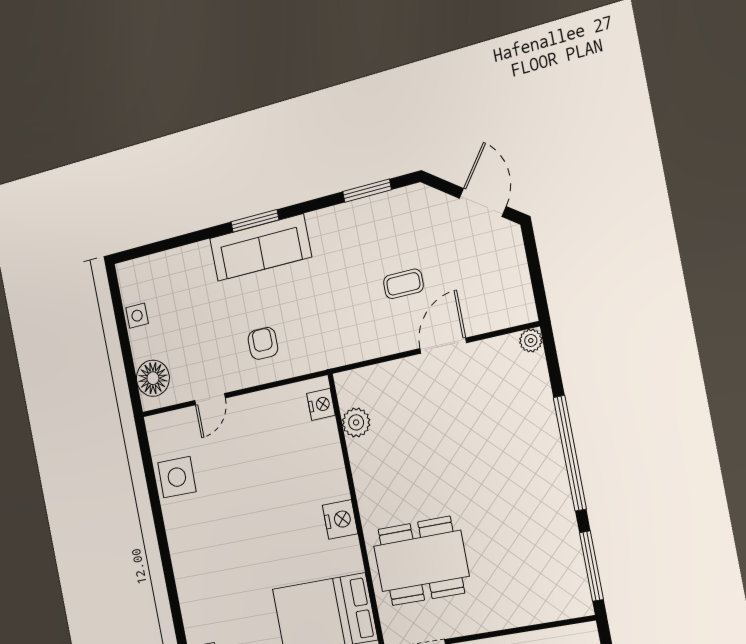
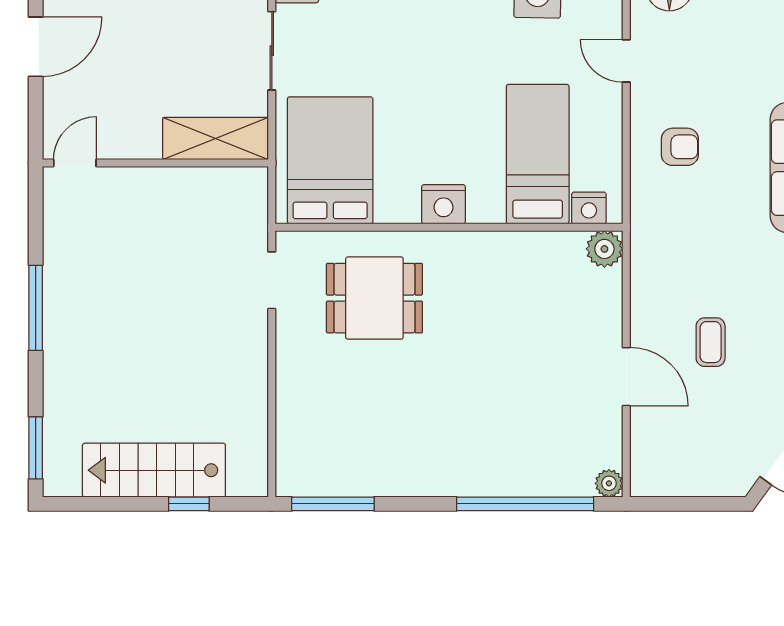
plant: (356, 422) -> (604, 249), moved
bed: (289, 453) -> (538, 154), added
window: (570, 453) -> (525, 504), moved
dining table: (421, 561) -> (374, 298), width x0.73

